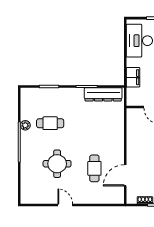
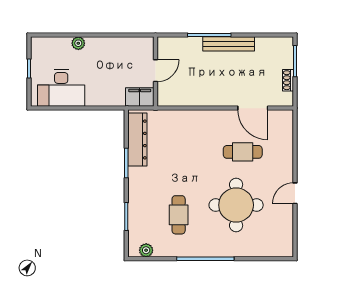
filing cabinet: (133, 77) -> (140, 97), moved
plant: (25, 125) -> (146, 250), moved
round table: (57, 164) -> (236, 205), width x1.36, depth x1.36

